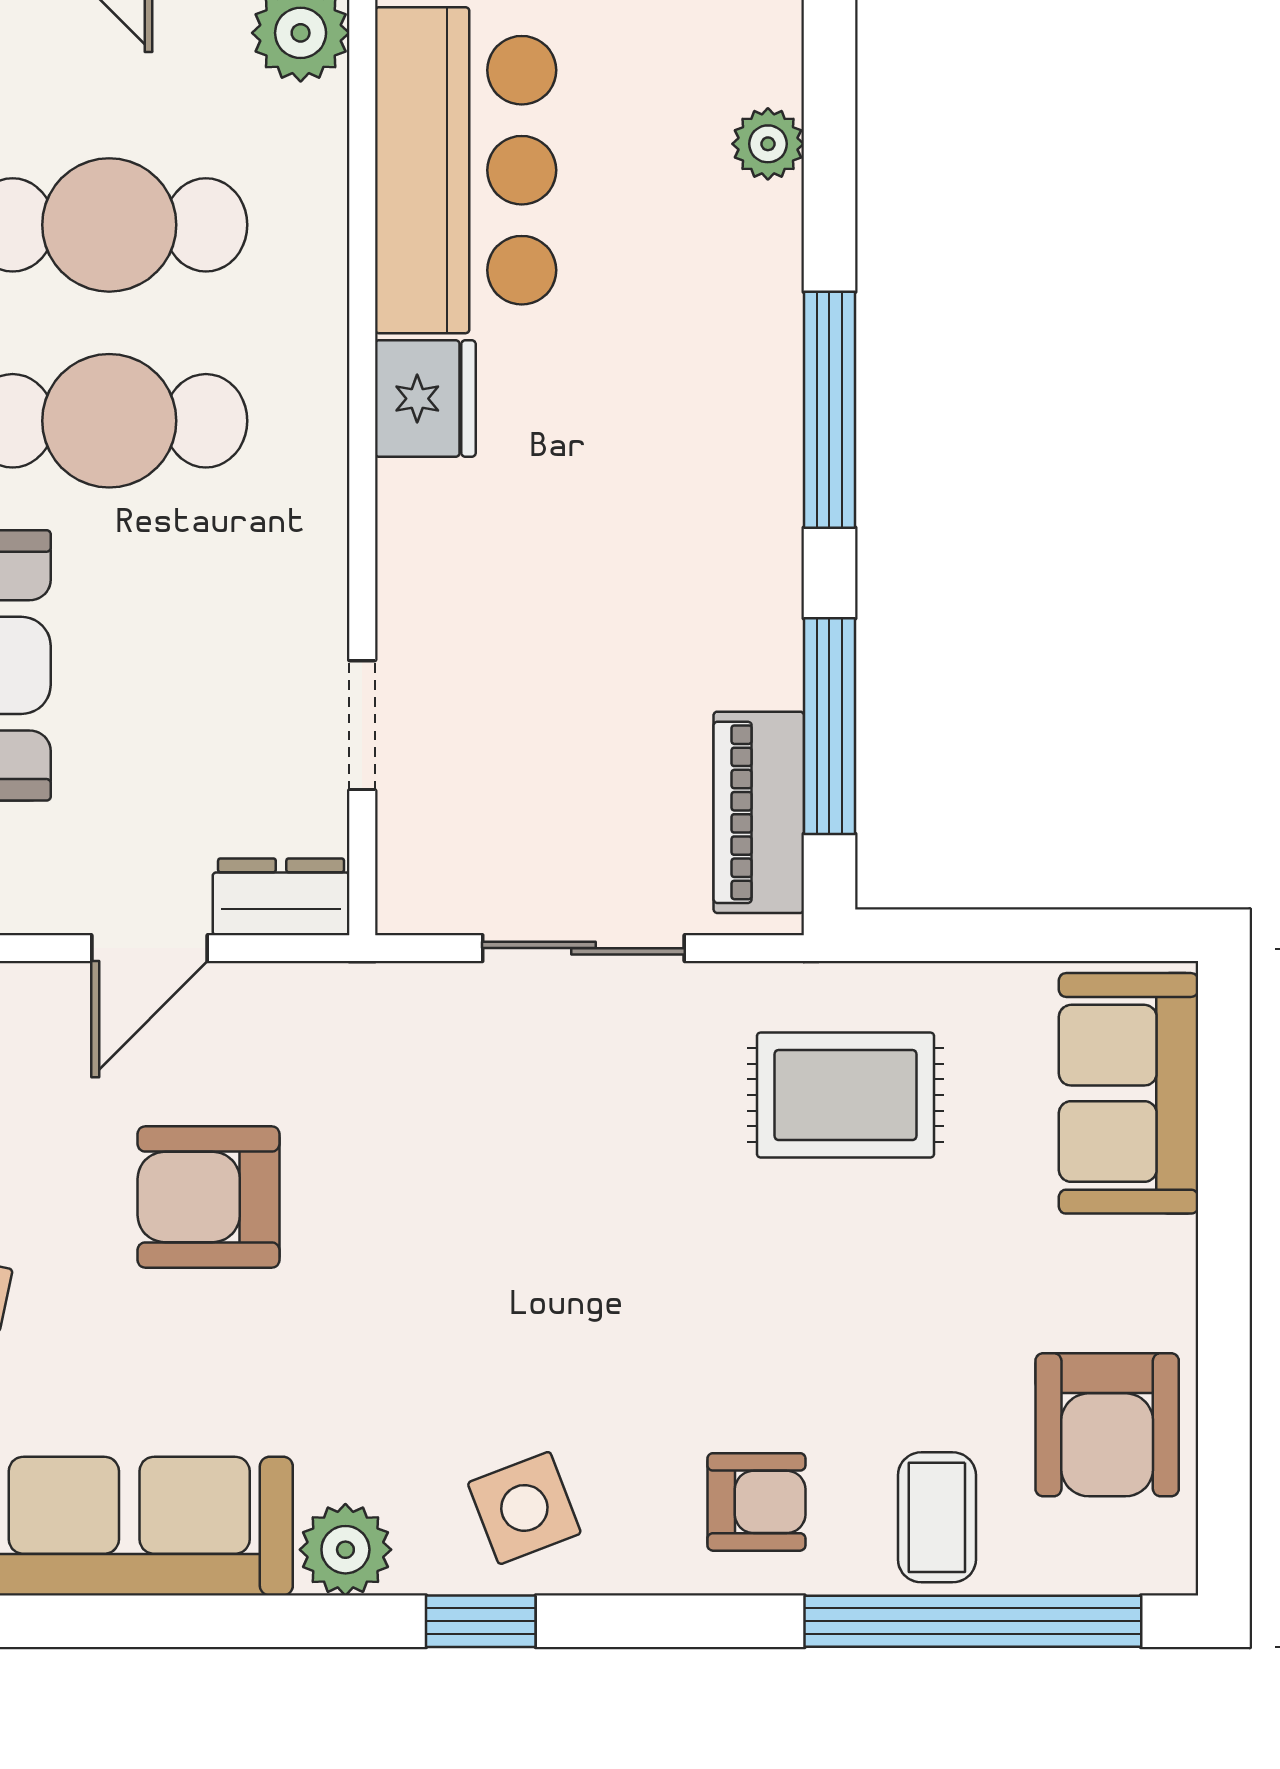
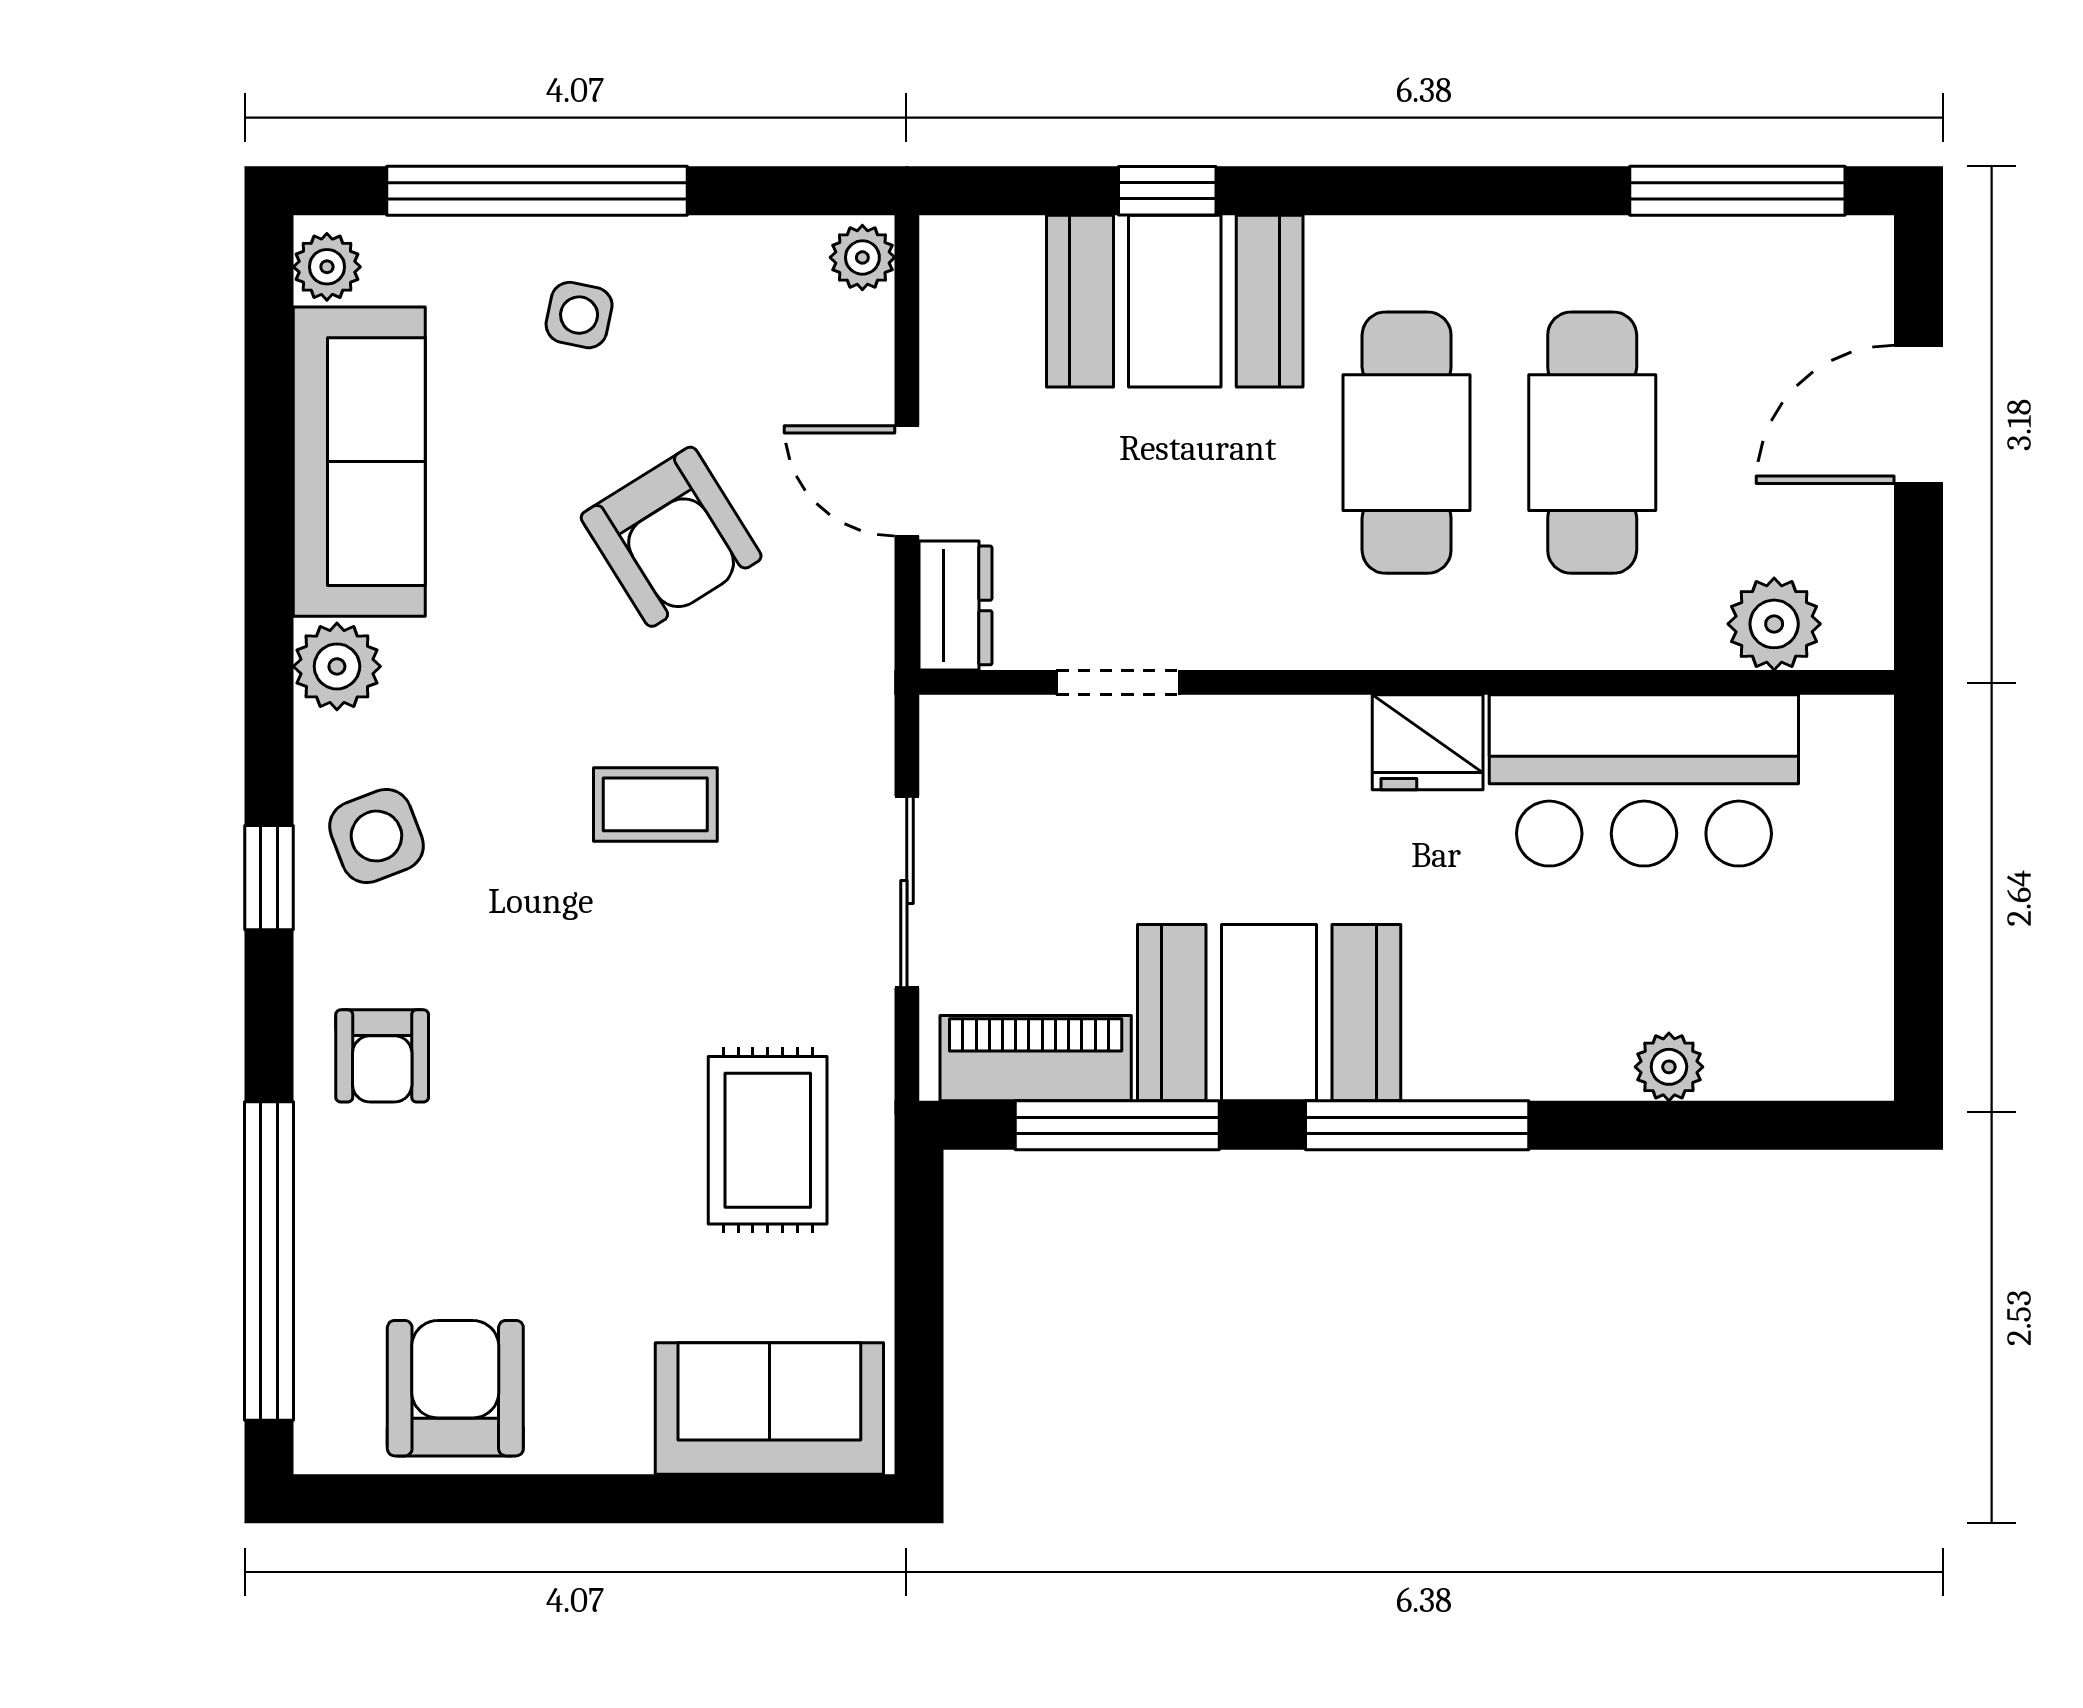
booth: (711, 566) -> (1269, 1013), added
armchair: (209, 1197) -> (671, 537), turned 148
armchair: (1107, 1425) -> (455, 1388), turned 90
coffee table: (937, 1517) -> (655, 804), moved
window: (481, 1621) -> (269, 878), moved

